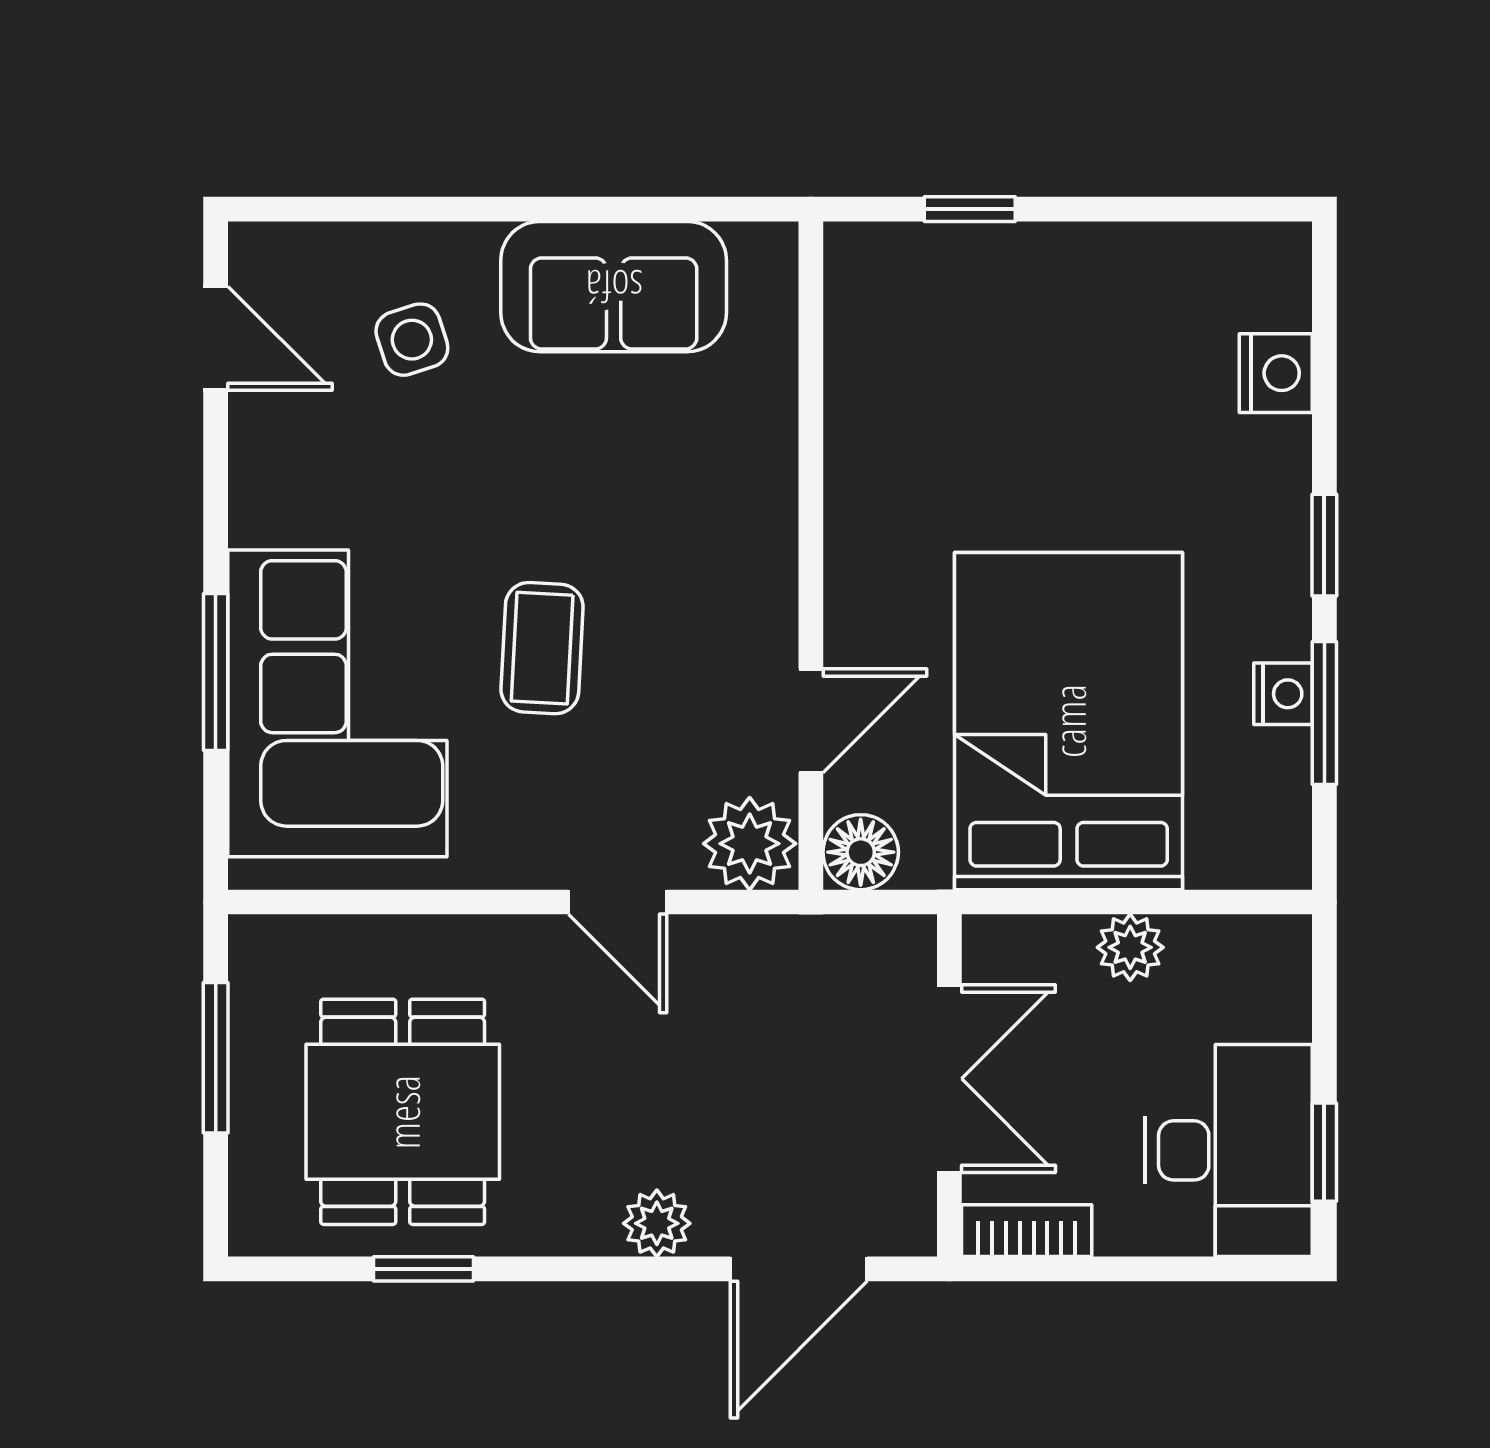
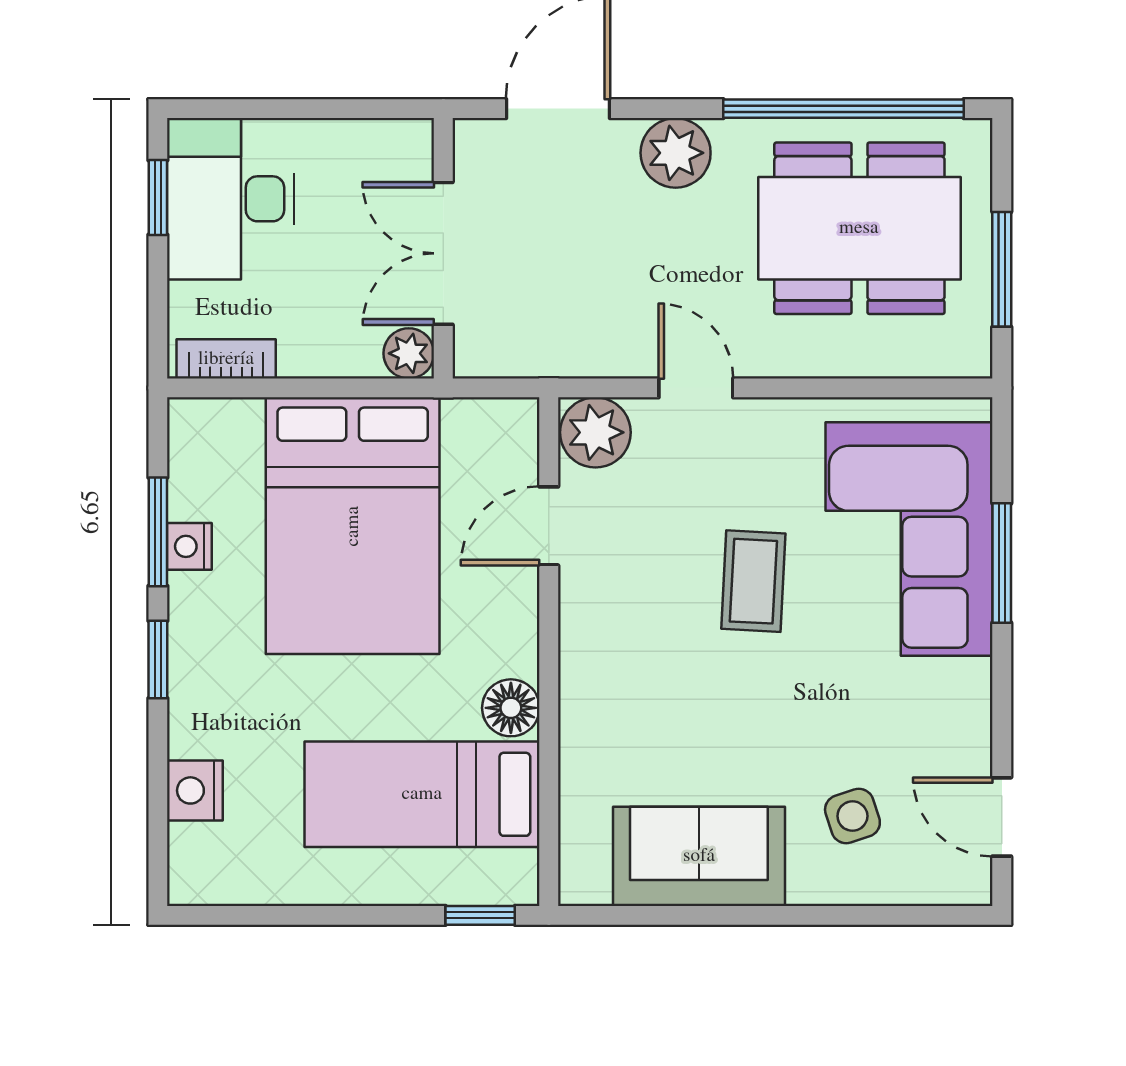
window: (970, 209) -> (480, 915), moved
bed: (977, 368) -> (422, 794), added
floor lamp: (861, 852) -> (511, 708), moved
plant: (1130, 947) -> (409, 353), moved
dining table: (403, 1112) -> (859, 228), width x1.38
plant: (657, 1223) -> (676, 153), width x1.38, depth x1.38
bookcase: (1027, 1231) -> (226, 359), moved, turned 180
window: (424, 1269) -> (844, 109), width x3.17

